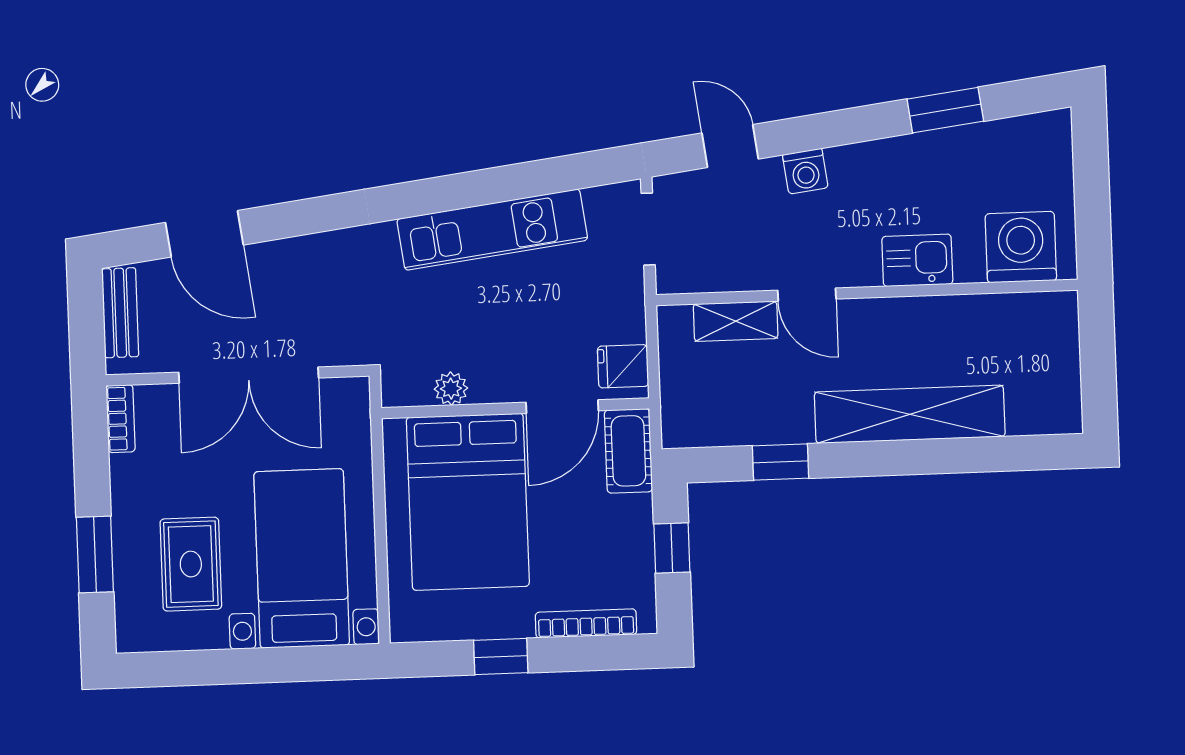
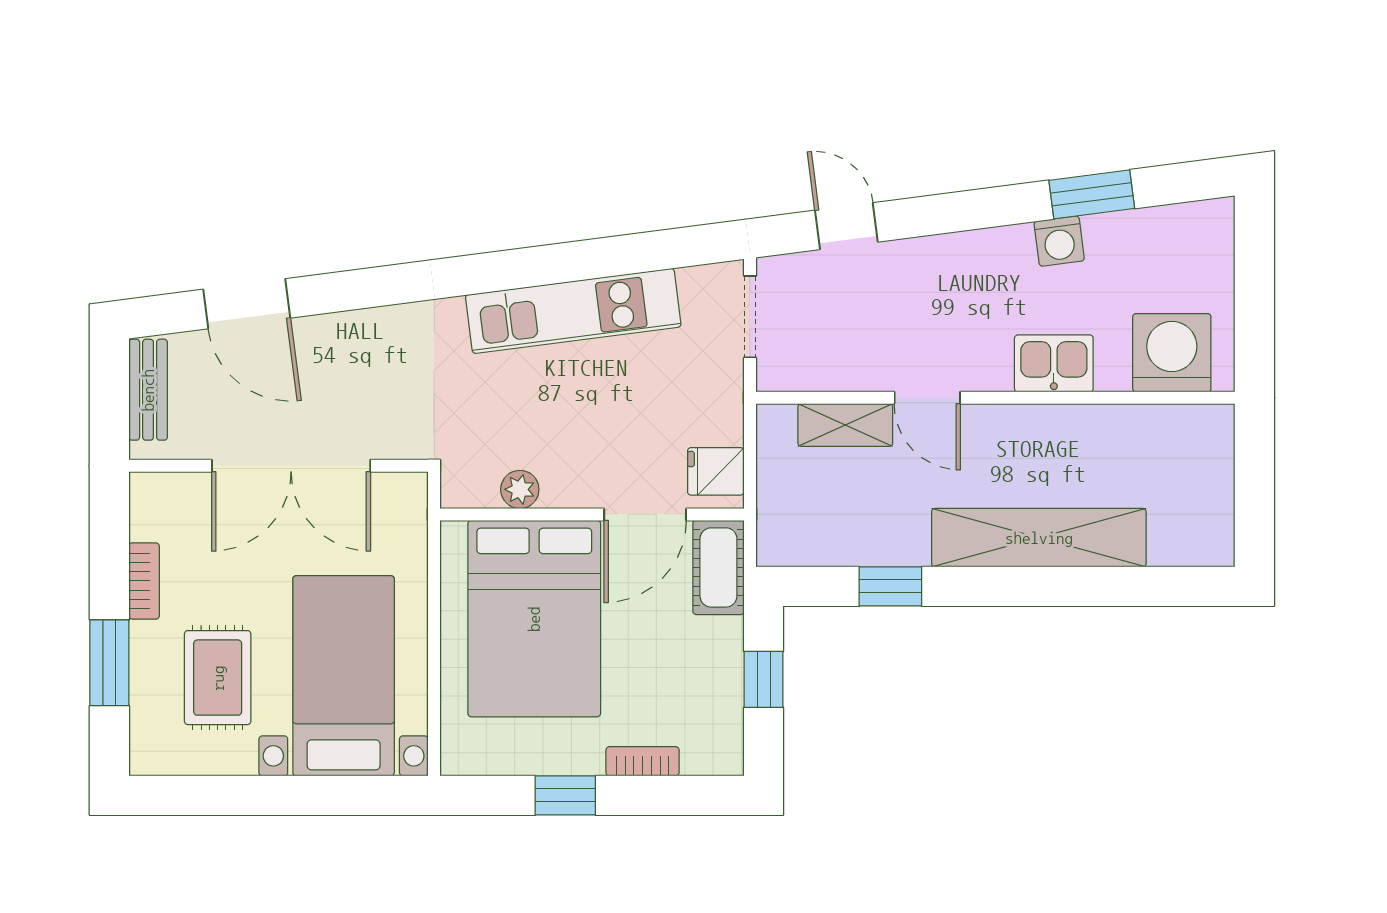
washing machine: (805, 171) -> (1059, 241), moved
bookcase: (121, 419) -> (144, 581), moved
bookcase: (586, 623) -> (643, 761), width x0.64

